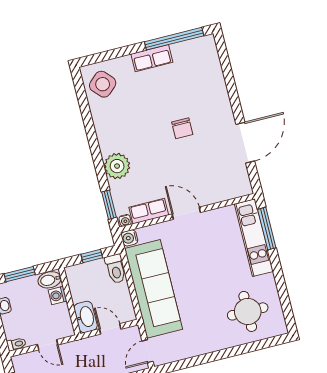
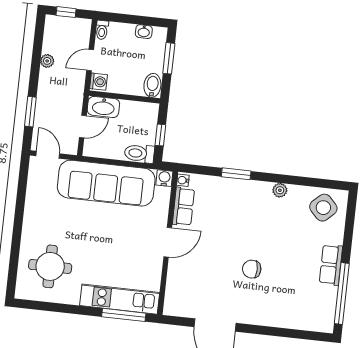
plant: (117, 166) -> (280, 190), moved, width x0.53, depth x0.53
window: (109, 205) -> (236, 174), moved
washing machine: (57, 295) -> (98, 82), moved, turned 90

